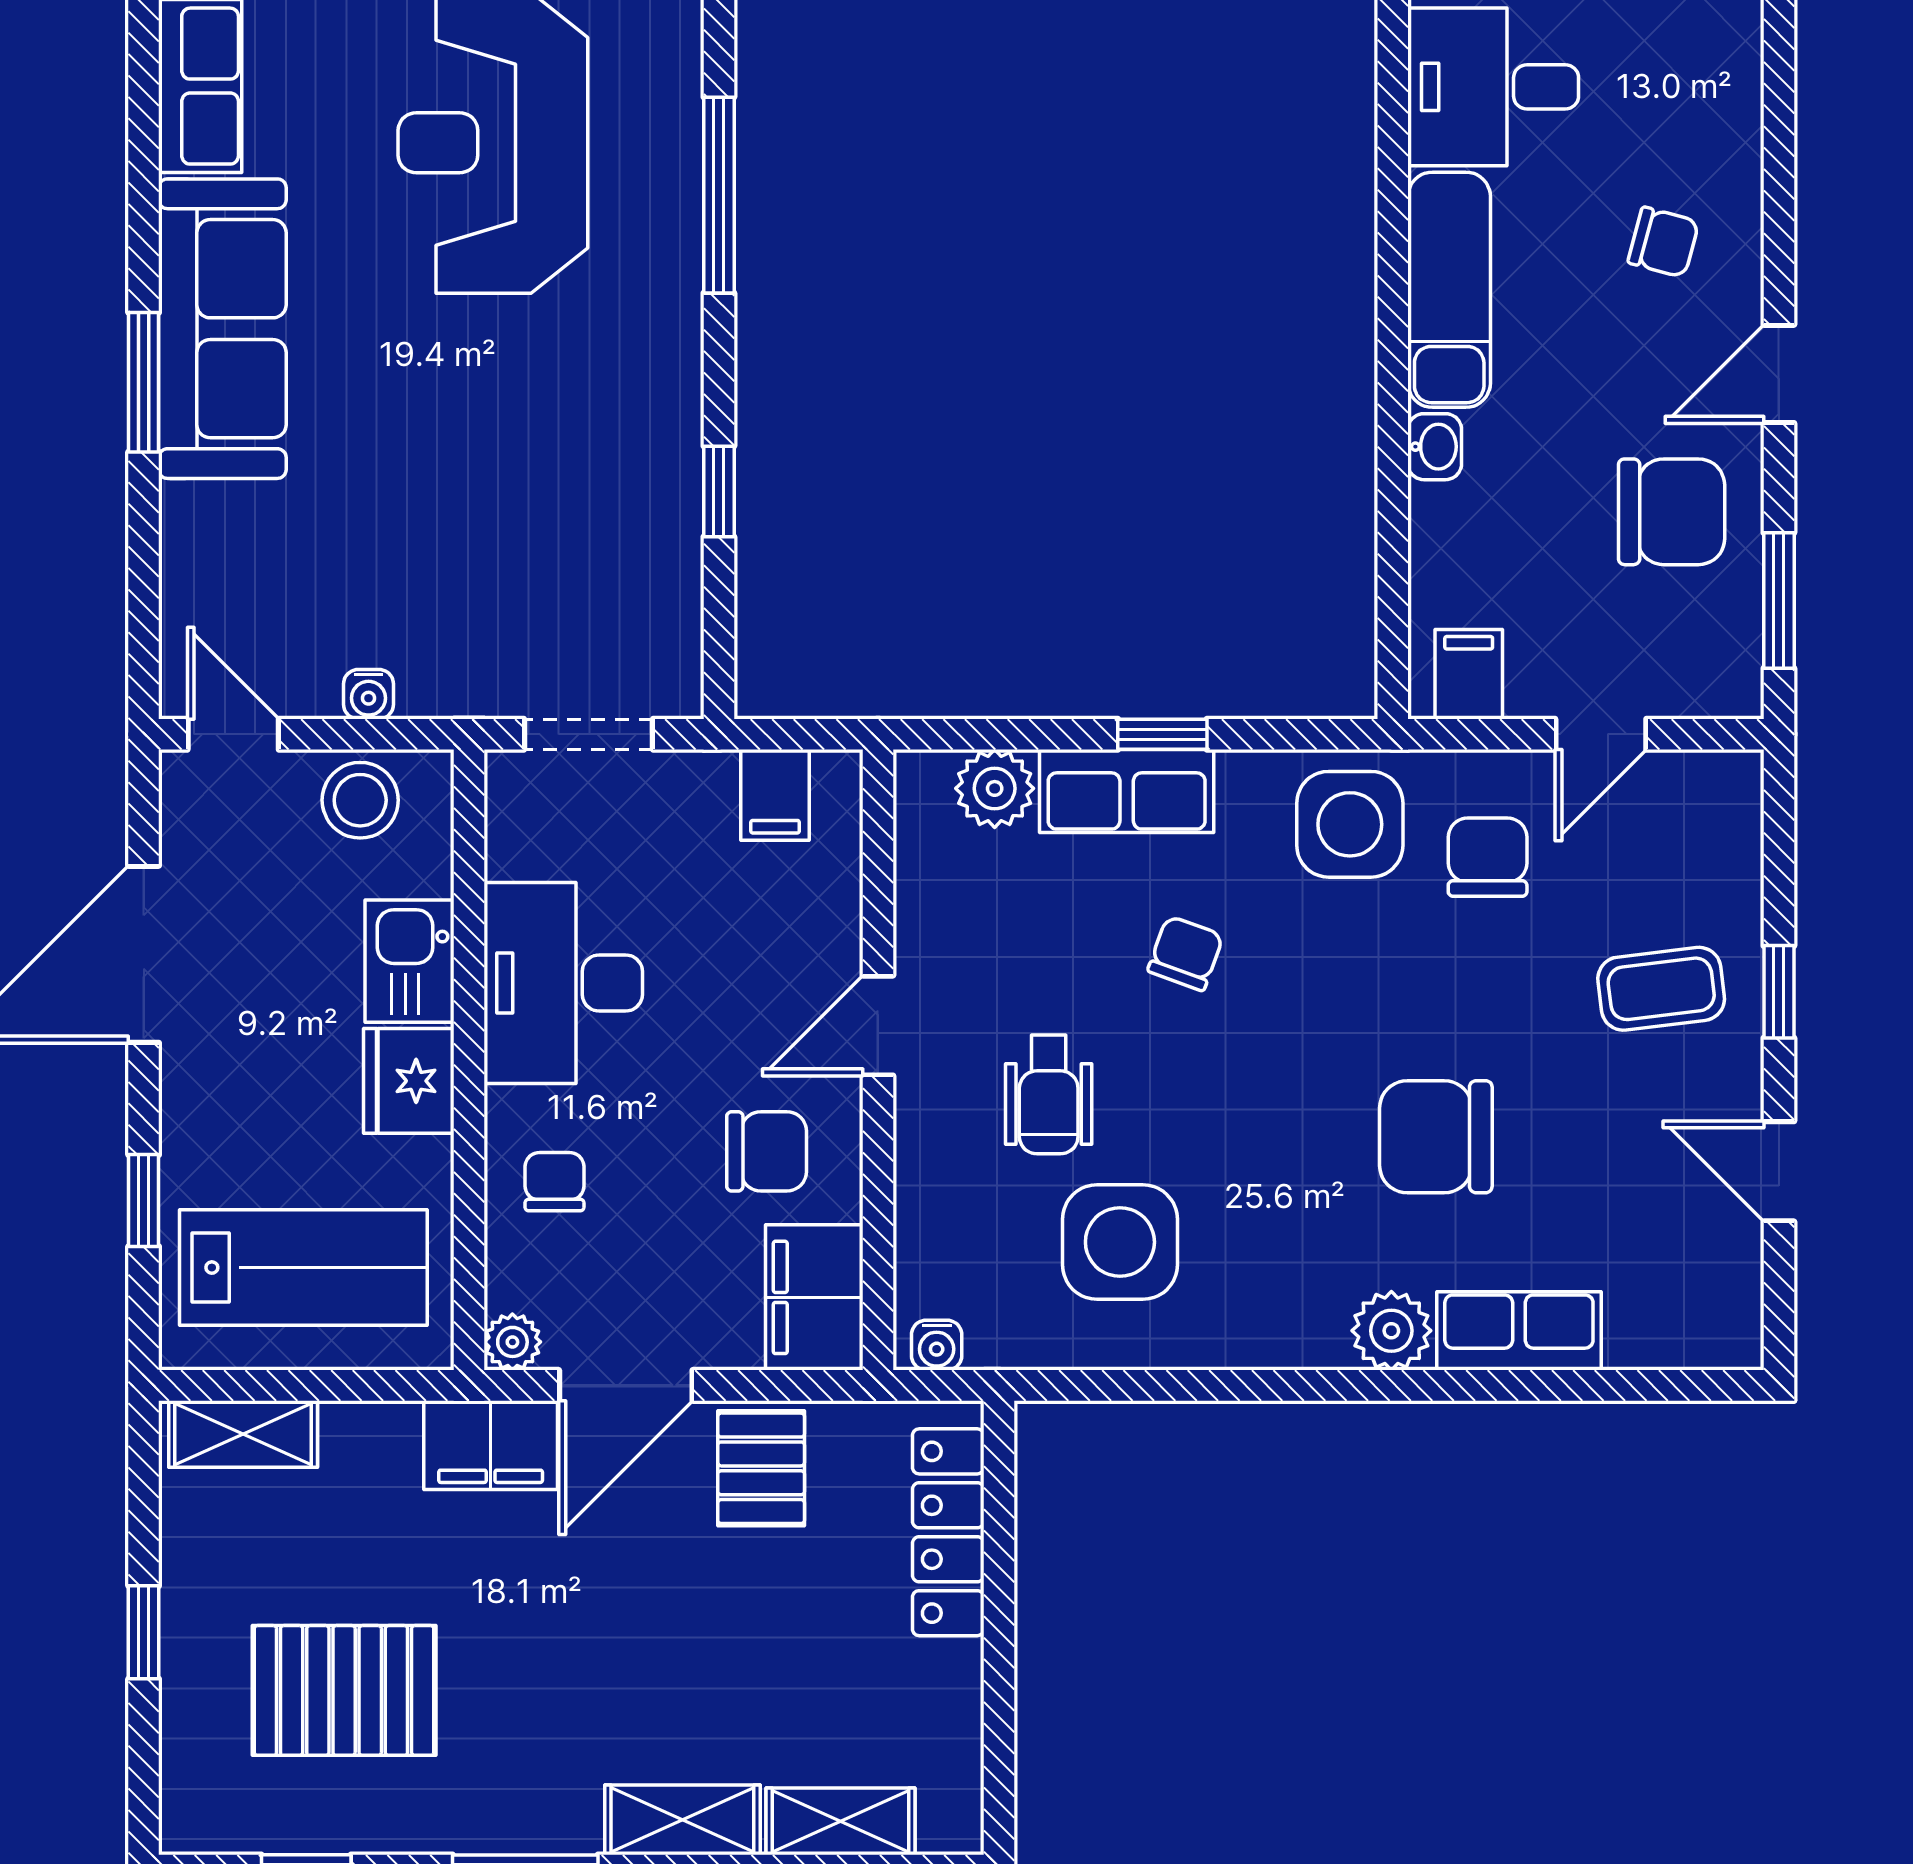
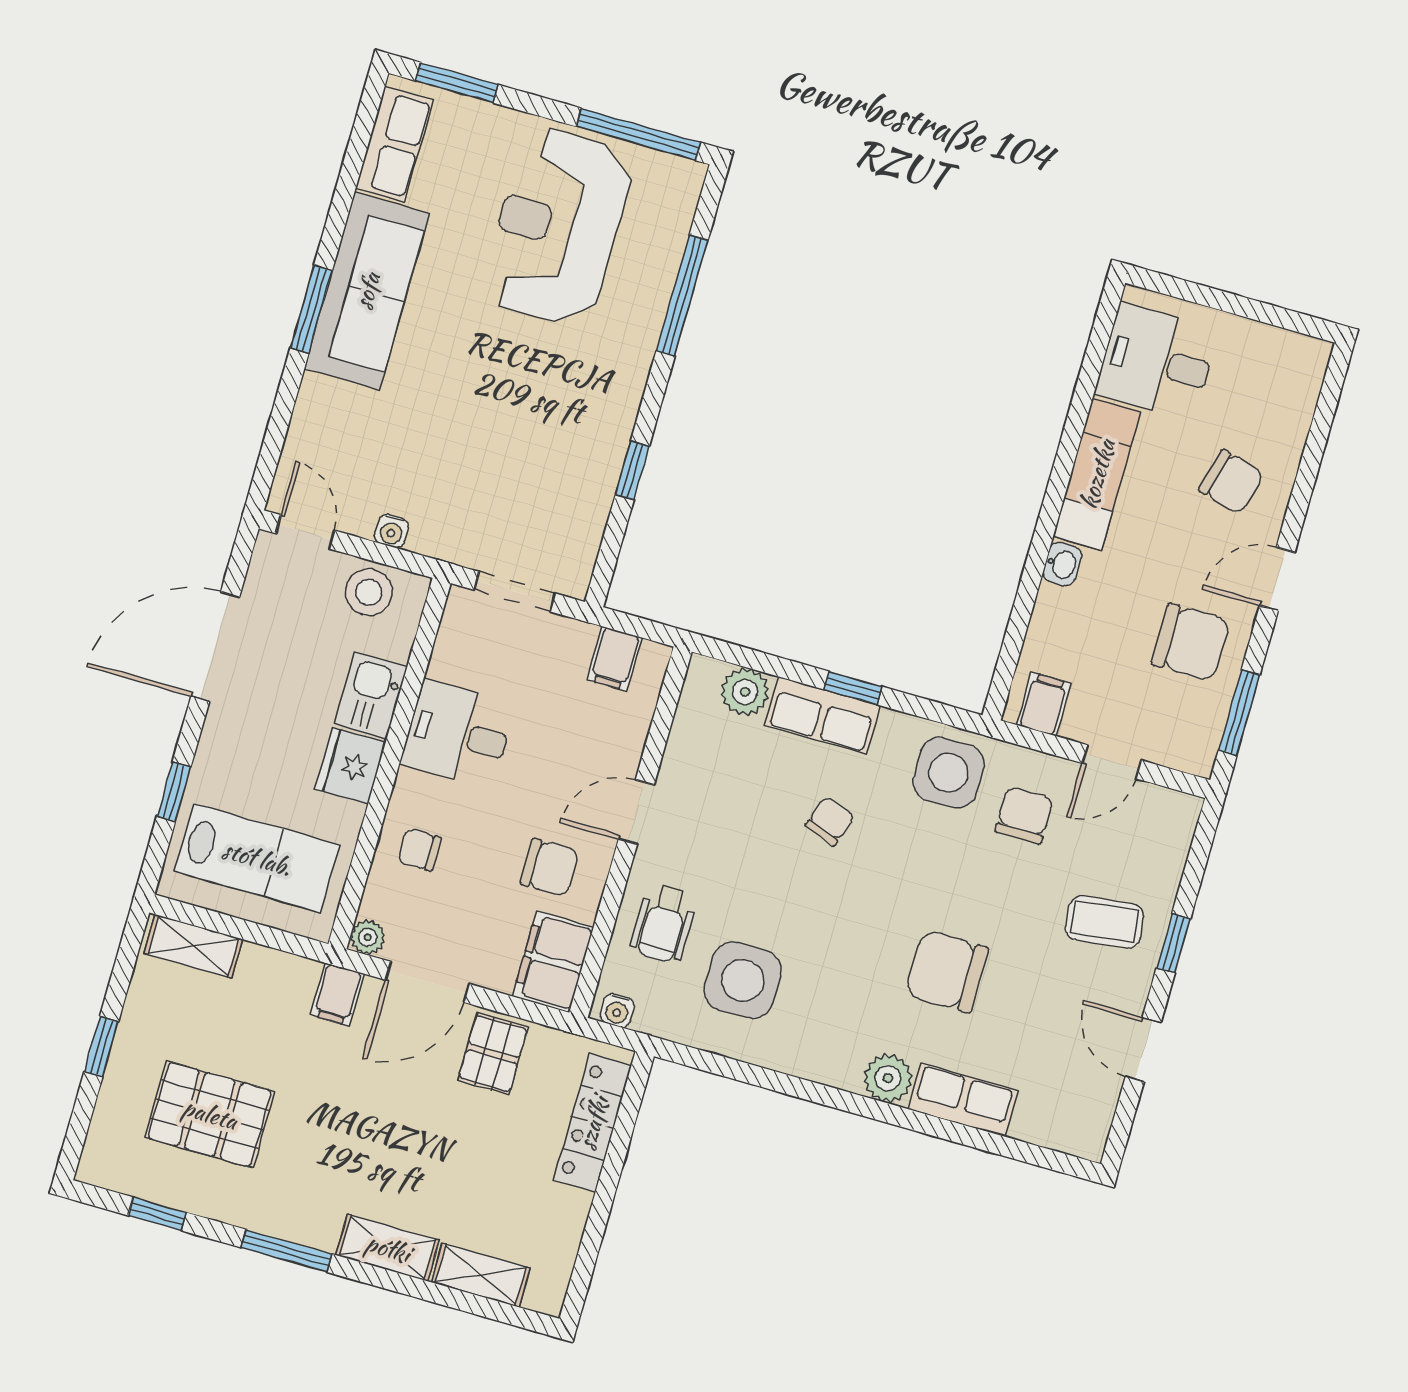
chair: (1663, 242) -> (1231, 482), width x1.37, depth x1.37
desk: (563, 983) -> (458, 734), width x0.73
wheelchair: (1049, 1094) -> (664, 923), moved
chair: (554, 1182) -> (419, 850), turned -90
filing cabinet: (491, 1445) -> (337, 994), width x0.50

